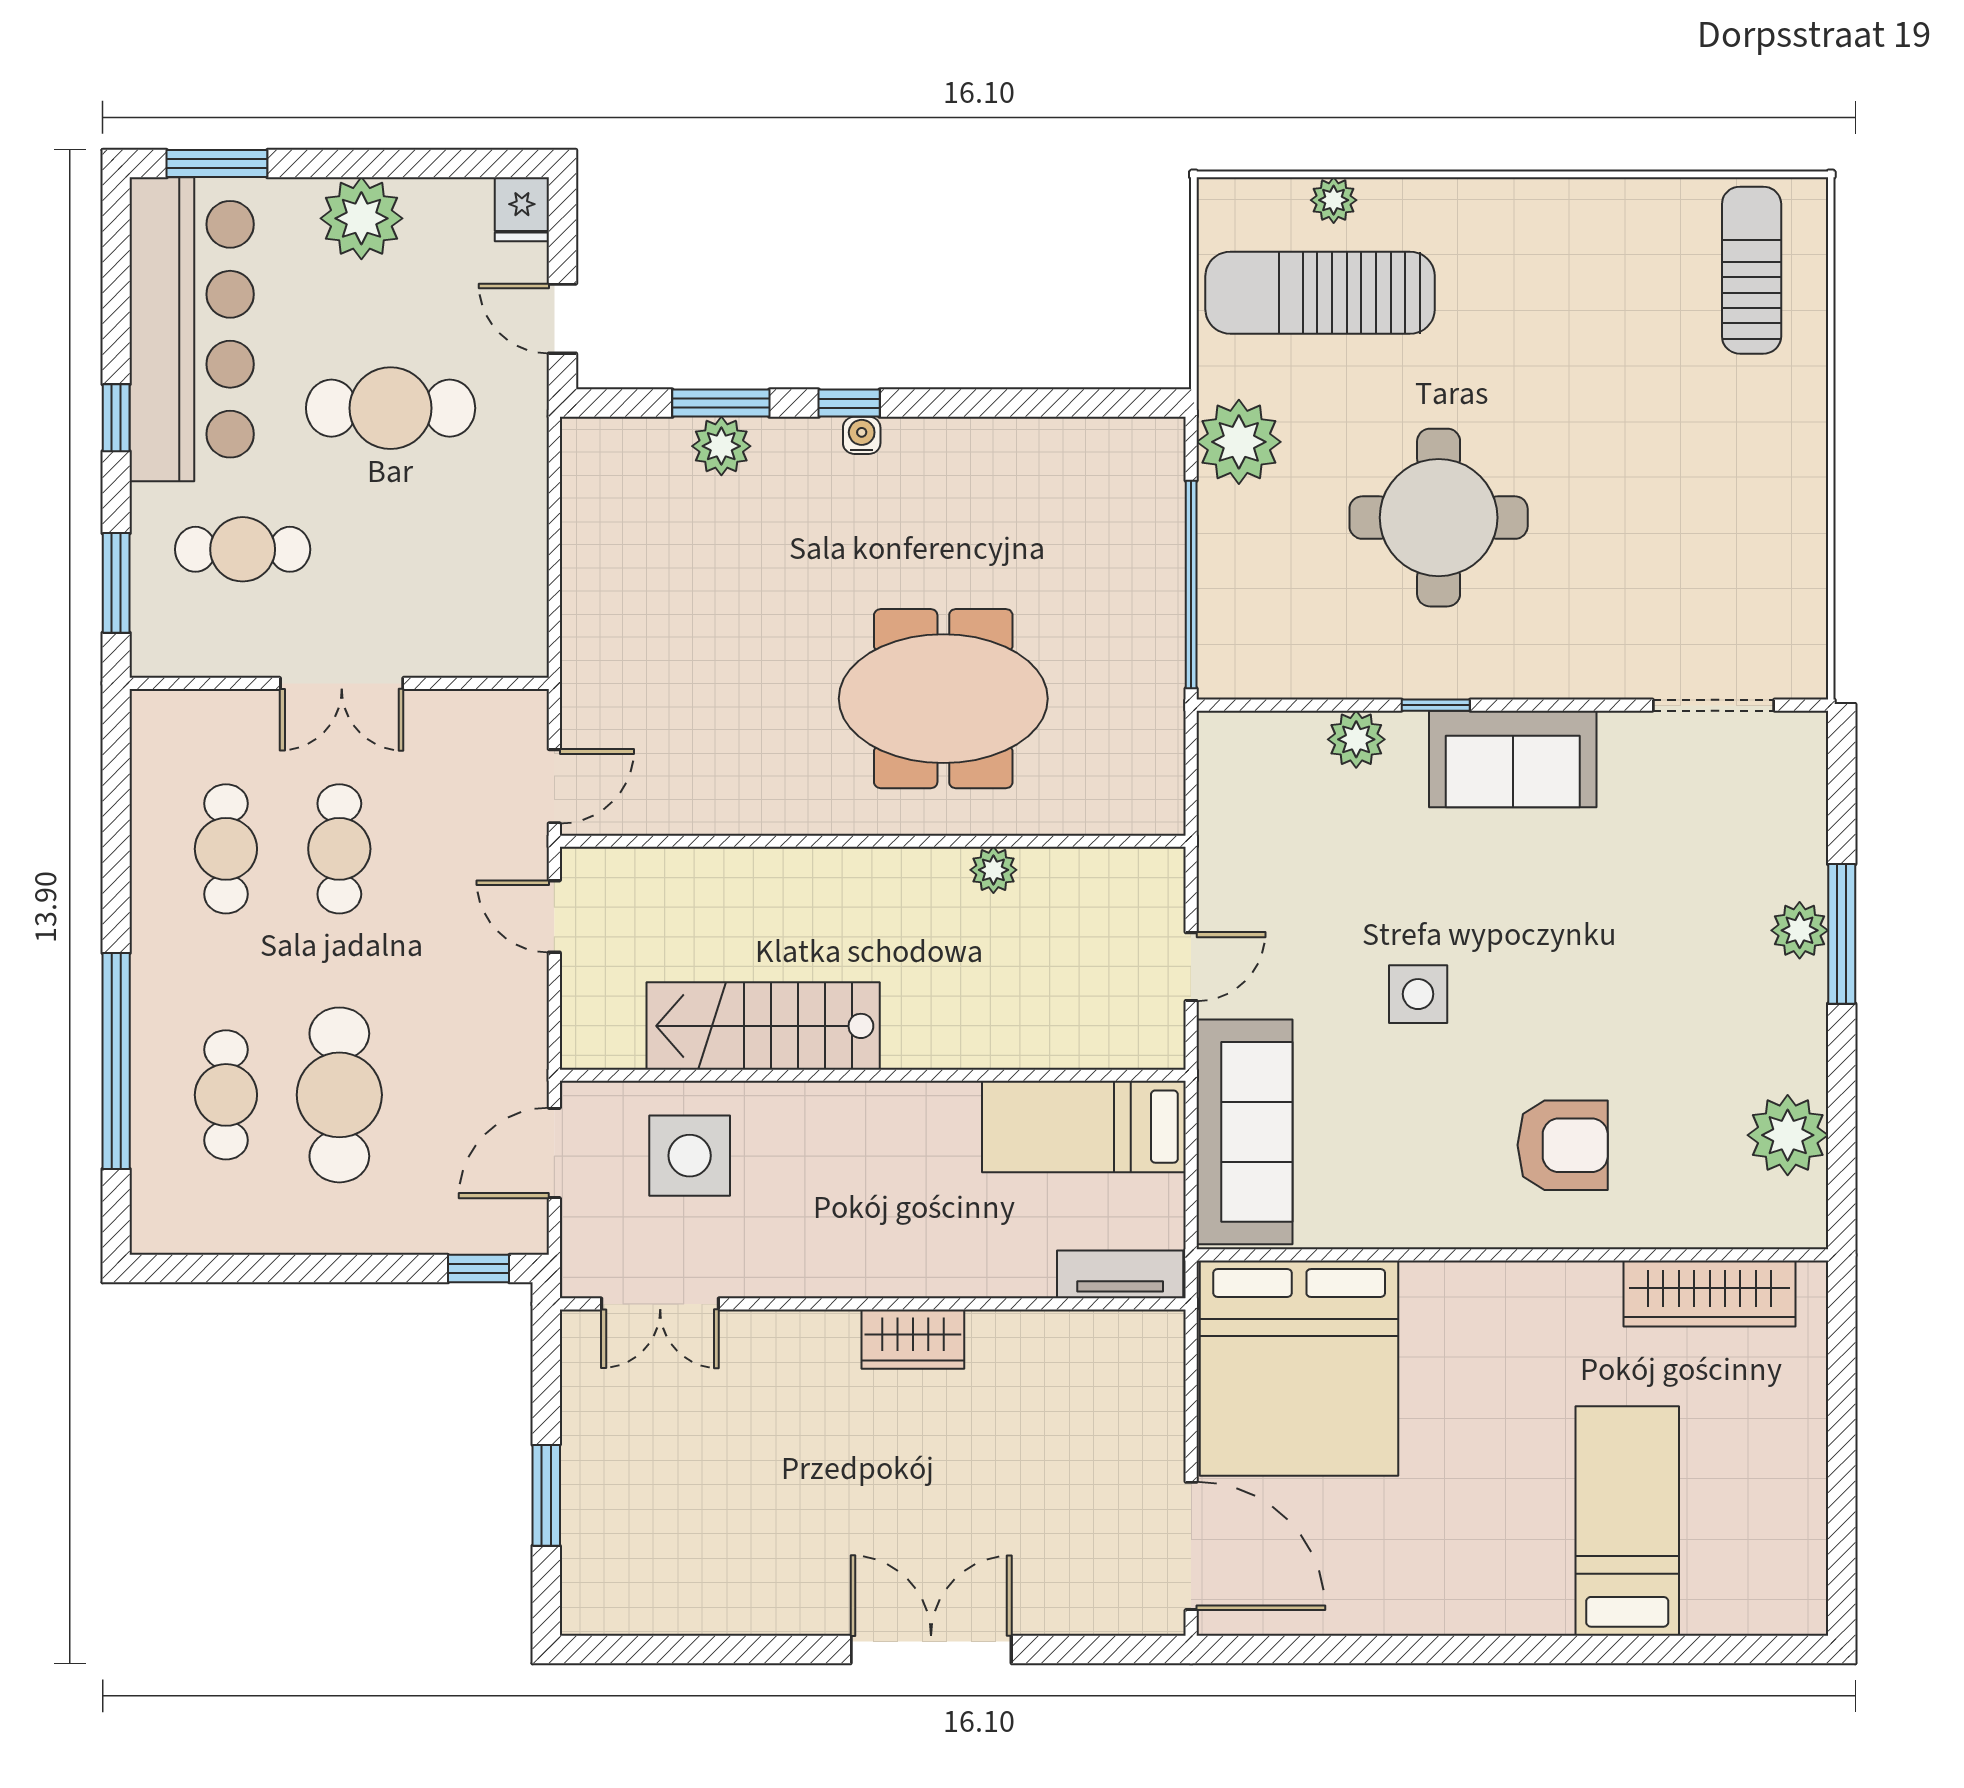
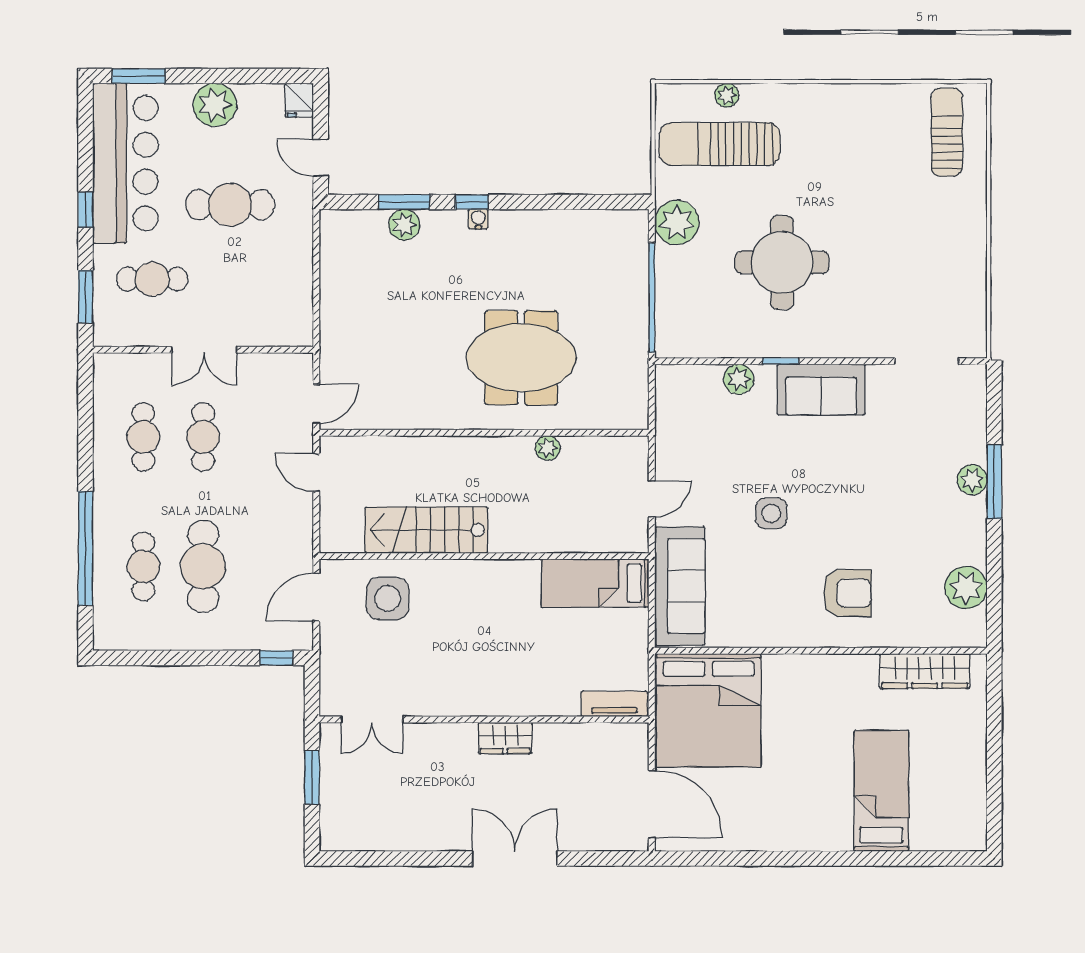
tv unit: (1120, 1274) -> (614, 704), moved
double door: (660, 1304) -> (372, 720), moved
wall: (873, 1304) -> (484, 720), moved
wardrobe: (913, 1339) -> (505, 738), moved

